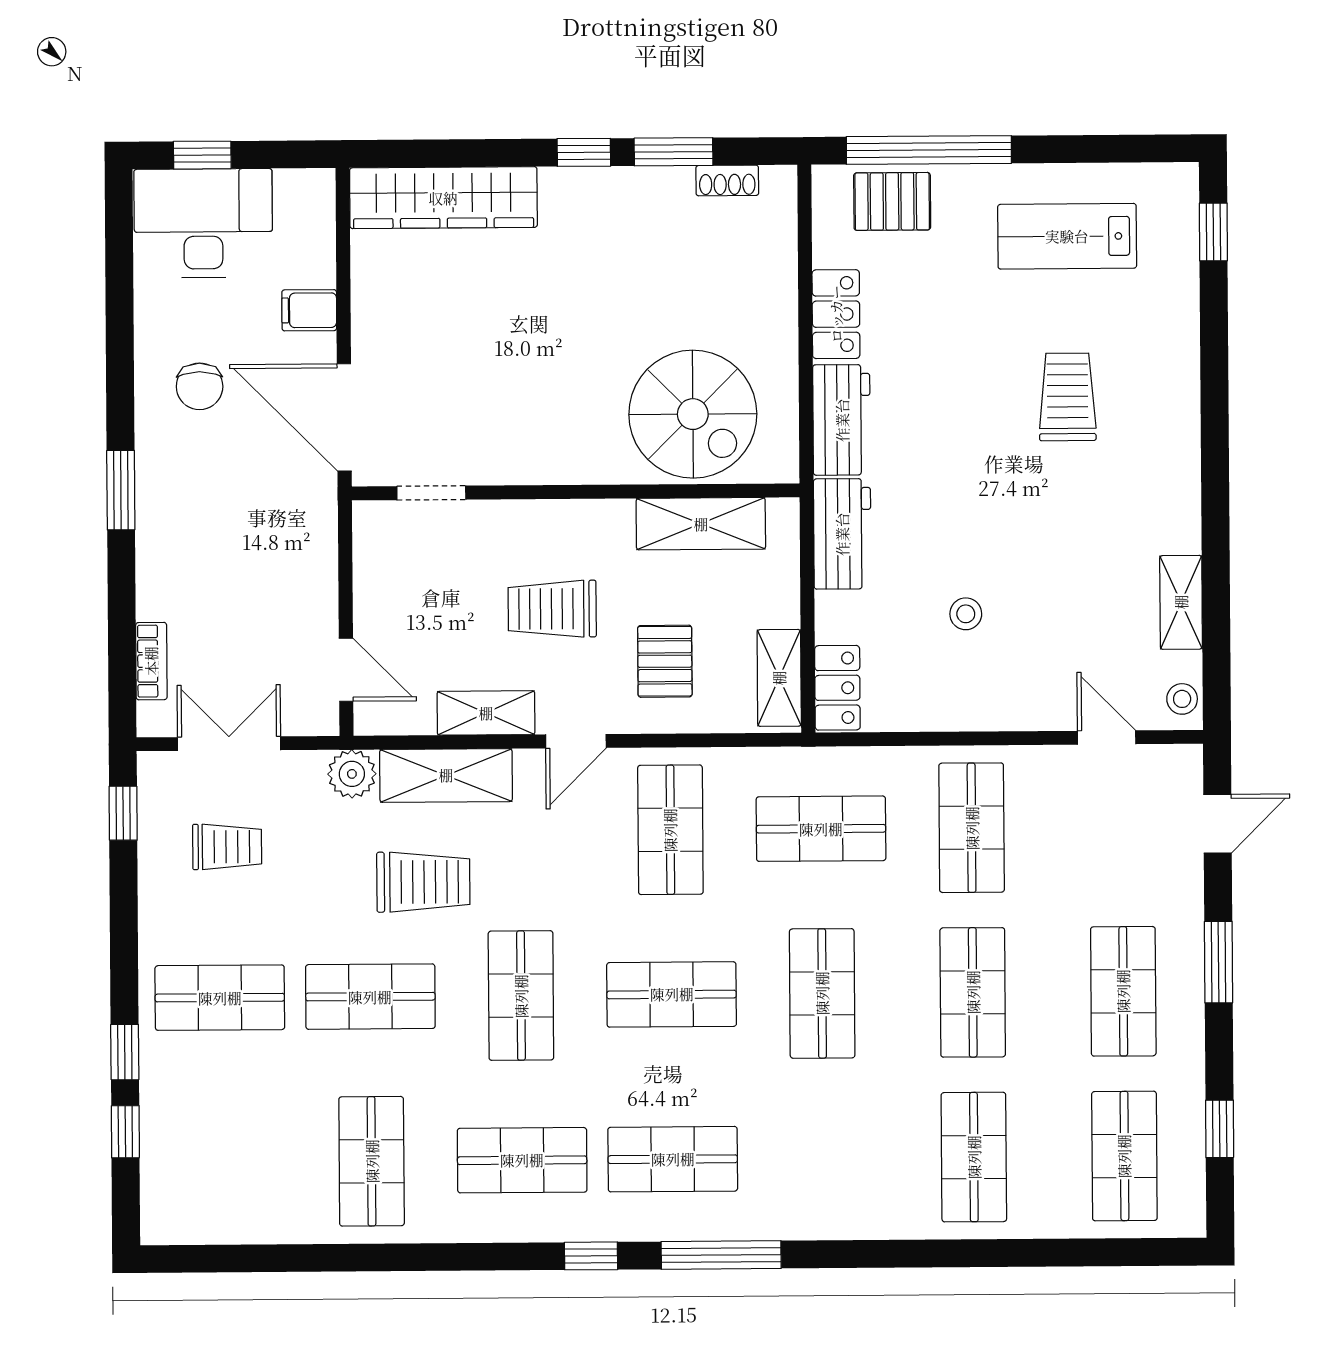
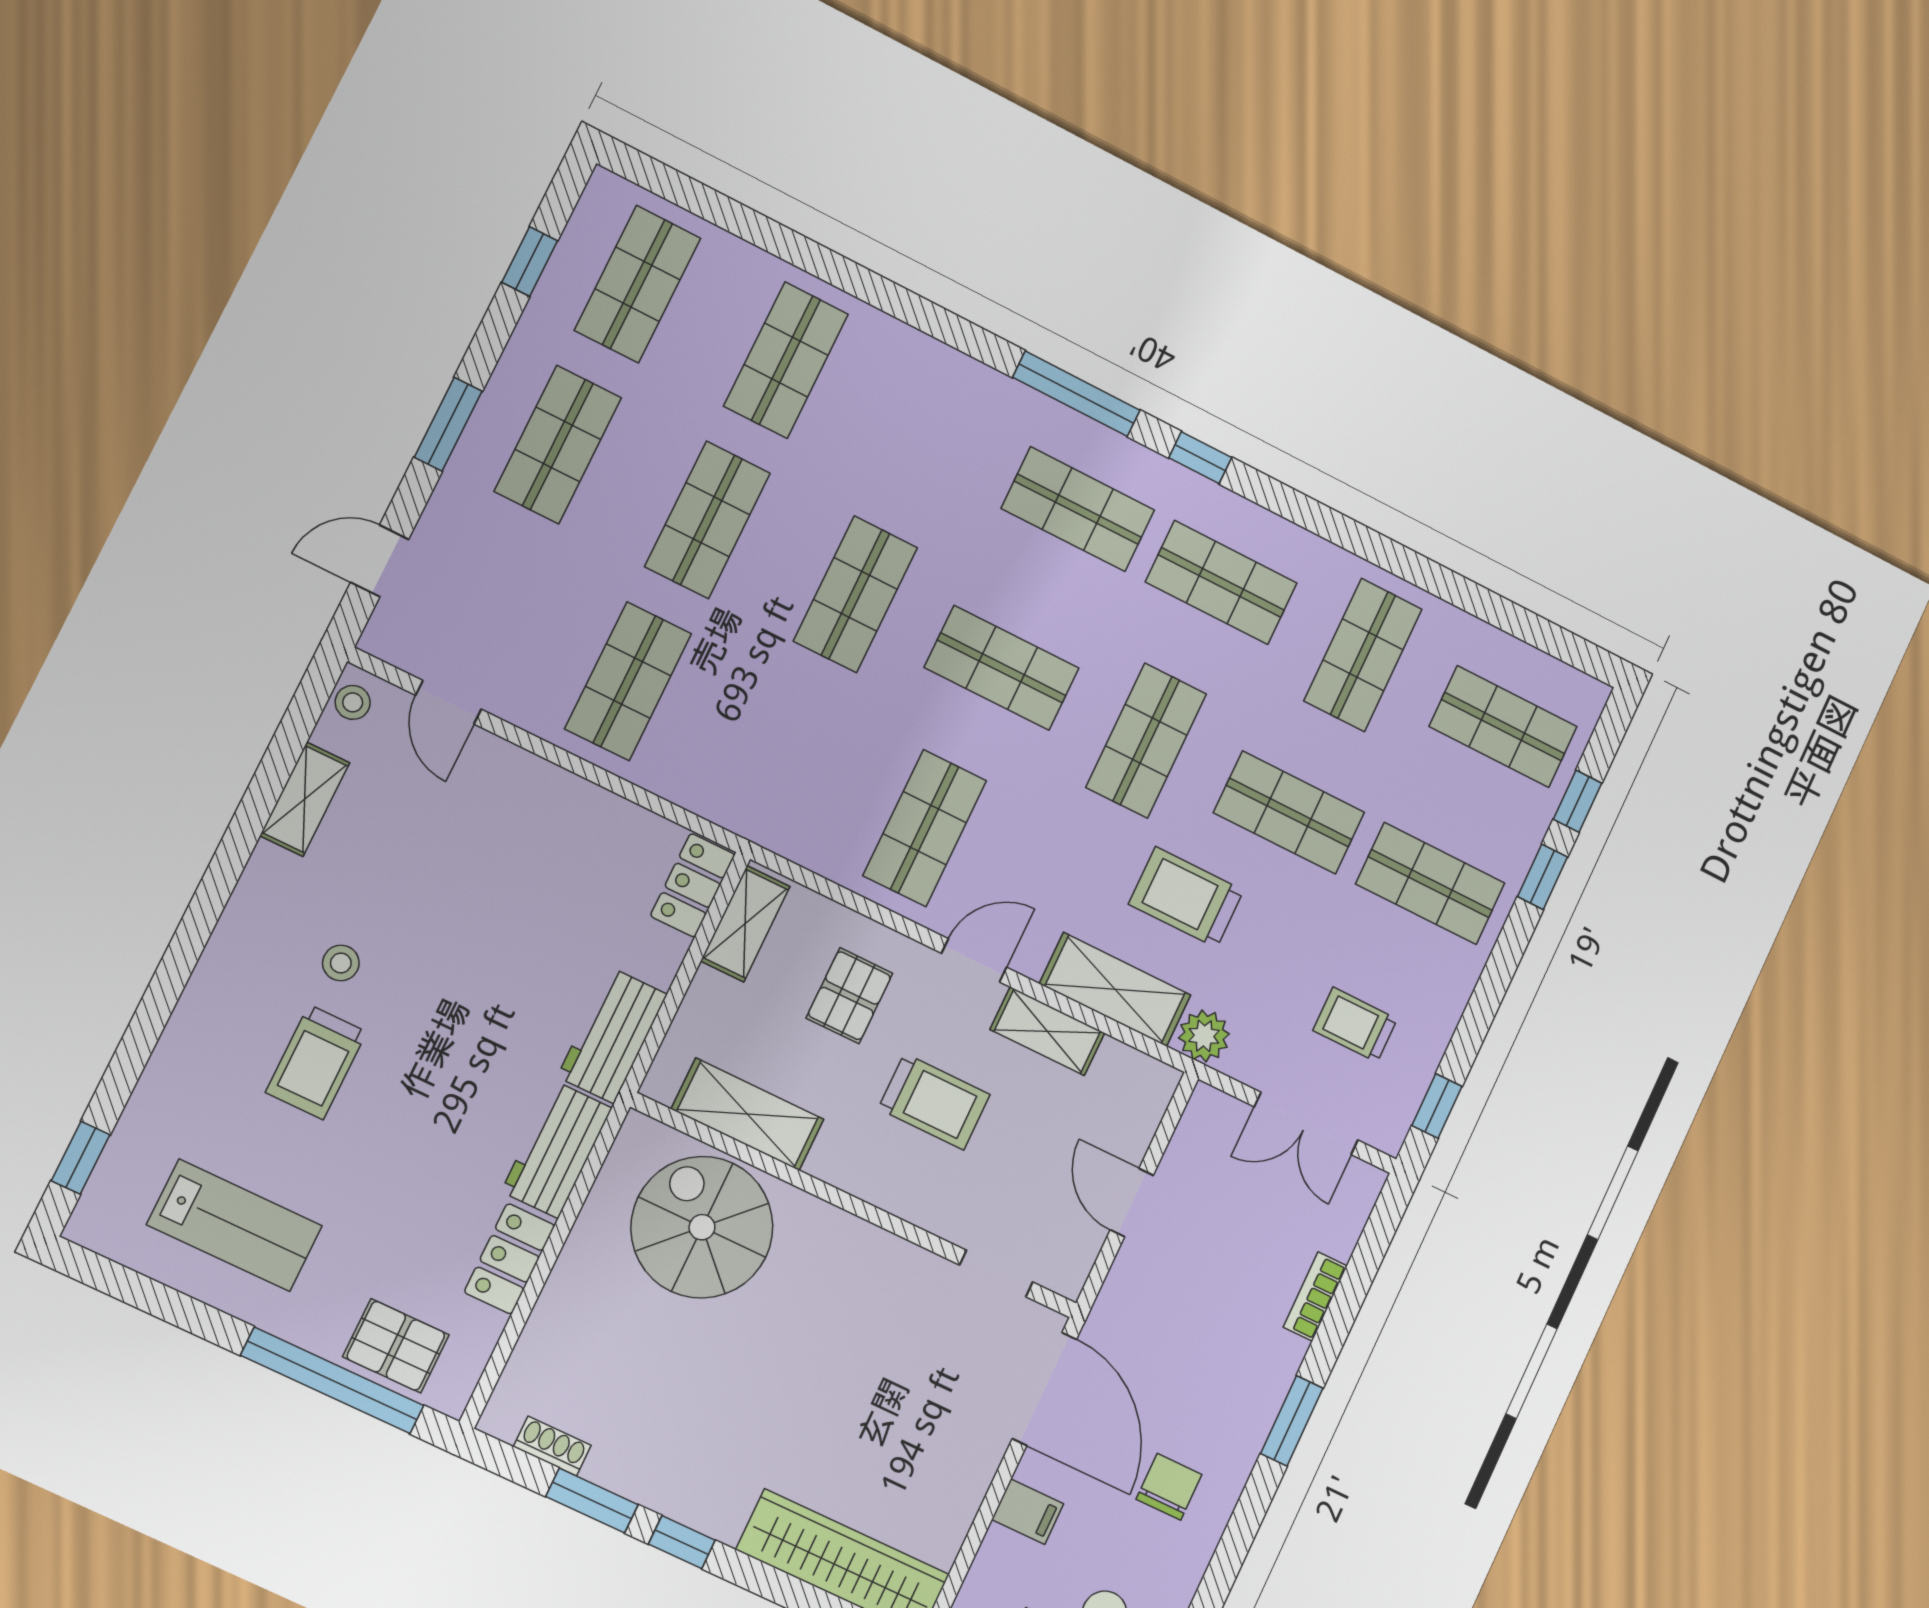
stool: (966, 614) -> (341, 963), moved
bookcase: (151, 661) -> (1315, 1297), moved
door: (346, 670) -> (1132, 1203), moved
shop shelf: (821, 829) -> (1503, 727), moved

